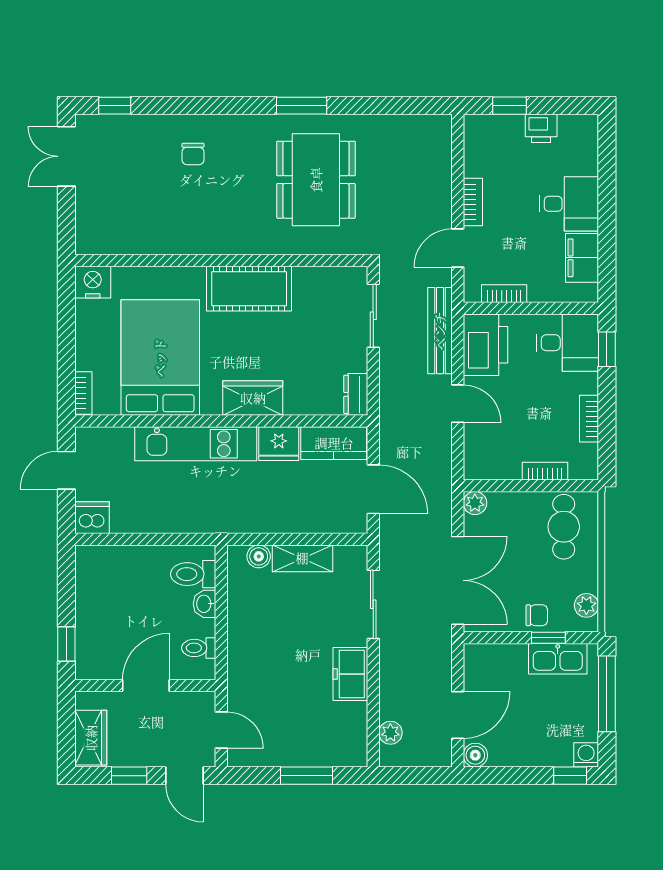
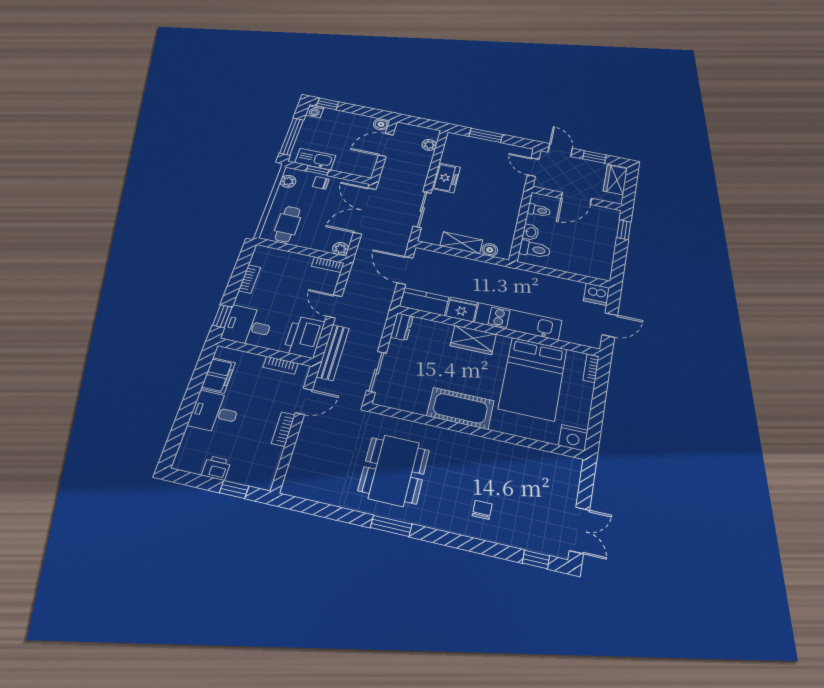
bookcase: (545, 471) -> (328, 265), moved

